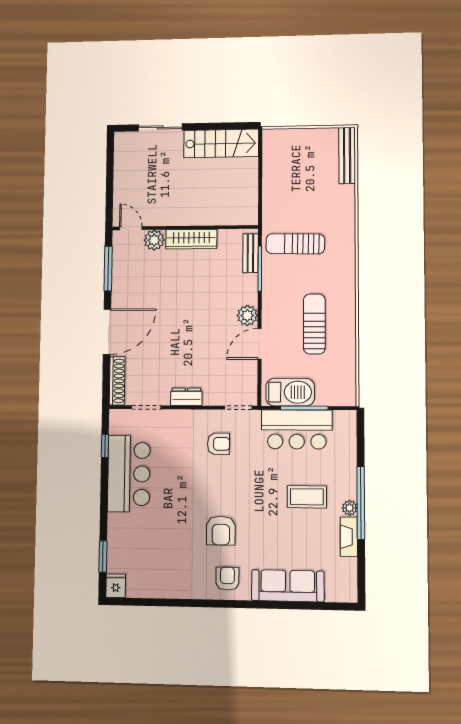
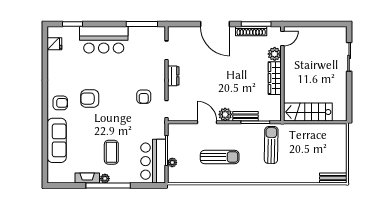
stairs: (221, 143) -> (308, 112), moved, turned 90
bench: (347, 155) -> (333, 178), width x0.73
bench: (250, 253) -> (245, 116), moved
shoe rack: (117, 381) -> (251, 31), moved
barbecue: (290, 392) -> (176, 142), removed
plant: (323, 399) -> (172, 162), added
bar counter: (297, 429) -> (153, 161), moved
window: (105, 446) -> (142, 24), width x2.17
bar counter: (129, 474) -> (104, 40), moved
fridge: (116, 586) -> (54, 44), moved

